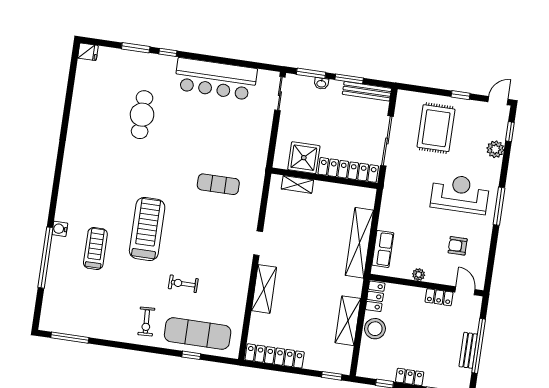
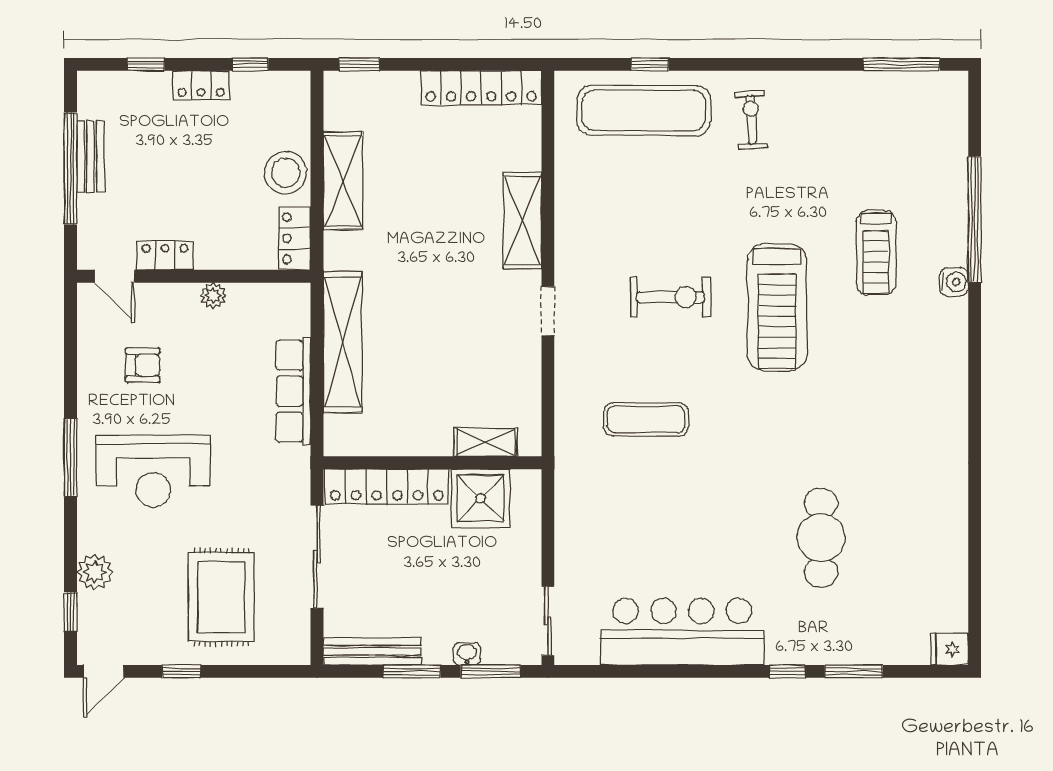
row of seats: (383, 249) -> (293, 391), moved, width x1.48
exercise bike: (183, 284) -> (671, 297), moved, width x1.38, depth x1.39

